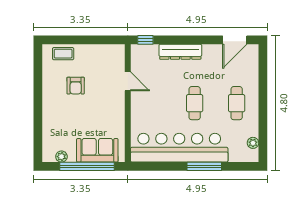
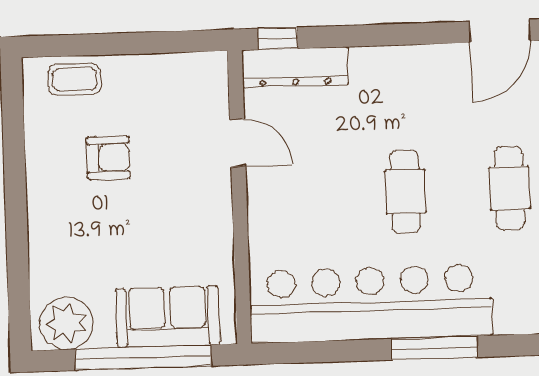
dresser: (180, 52) -> (295, 67), moved
armchair: (76, 86) -> (108, 158), turned -90
plant: (61, 157) -> (66, 323), width x1.87, depth x1.87

